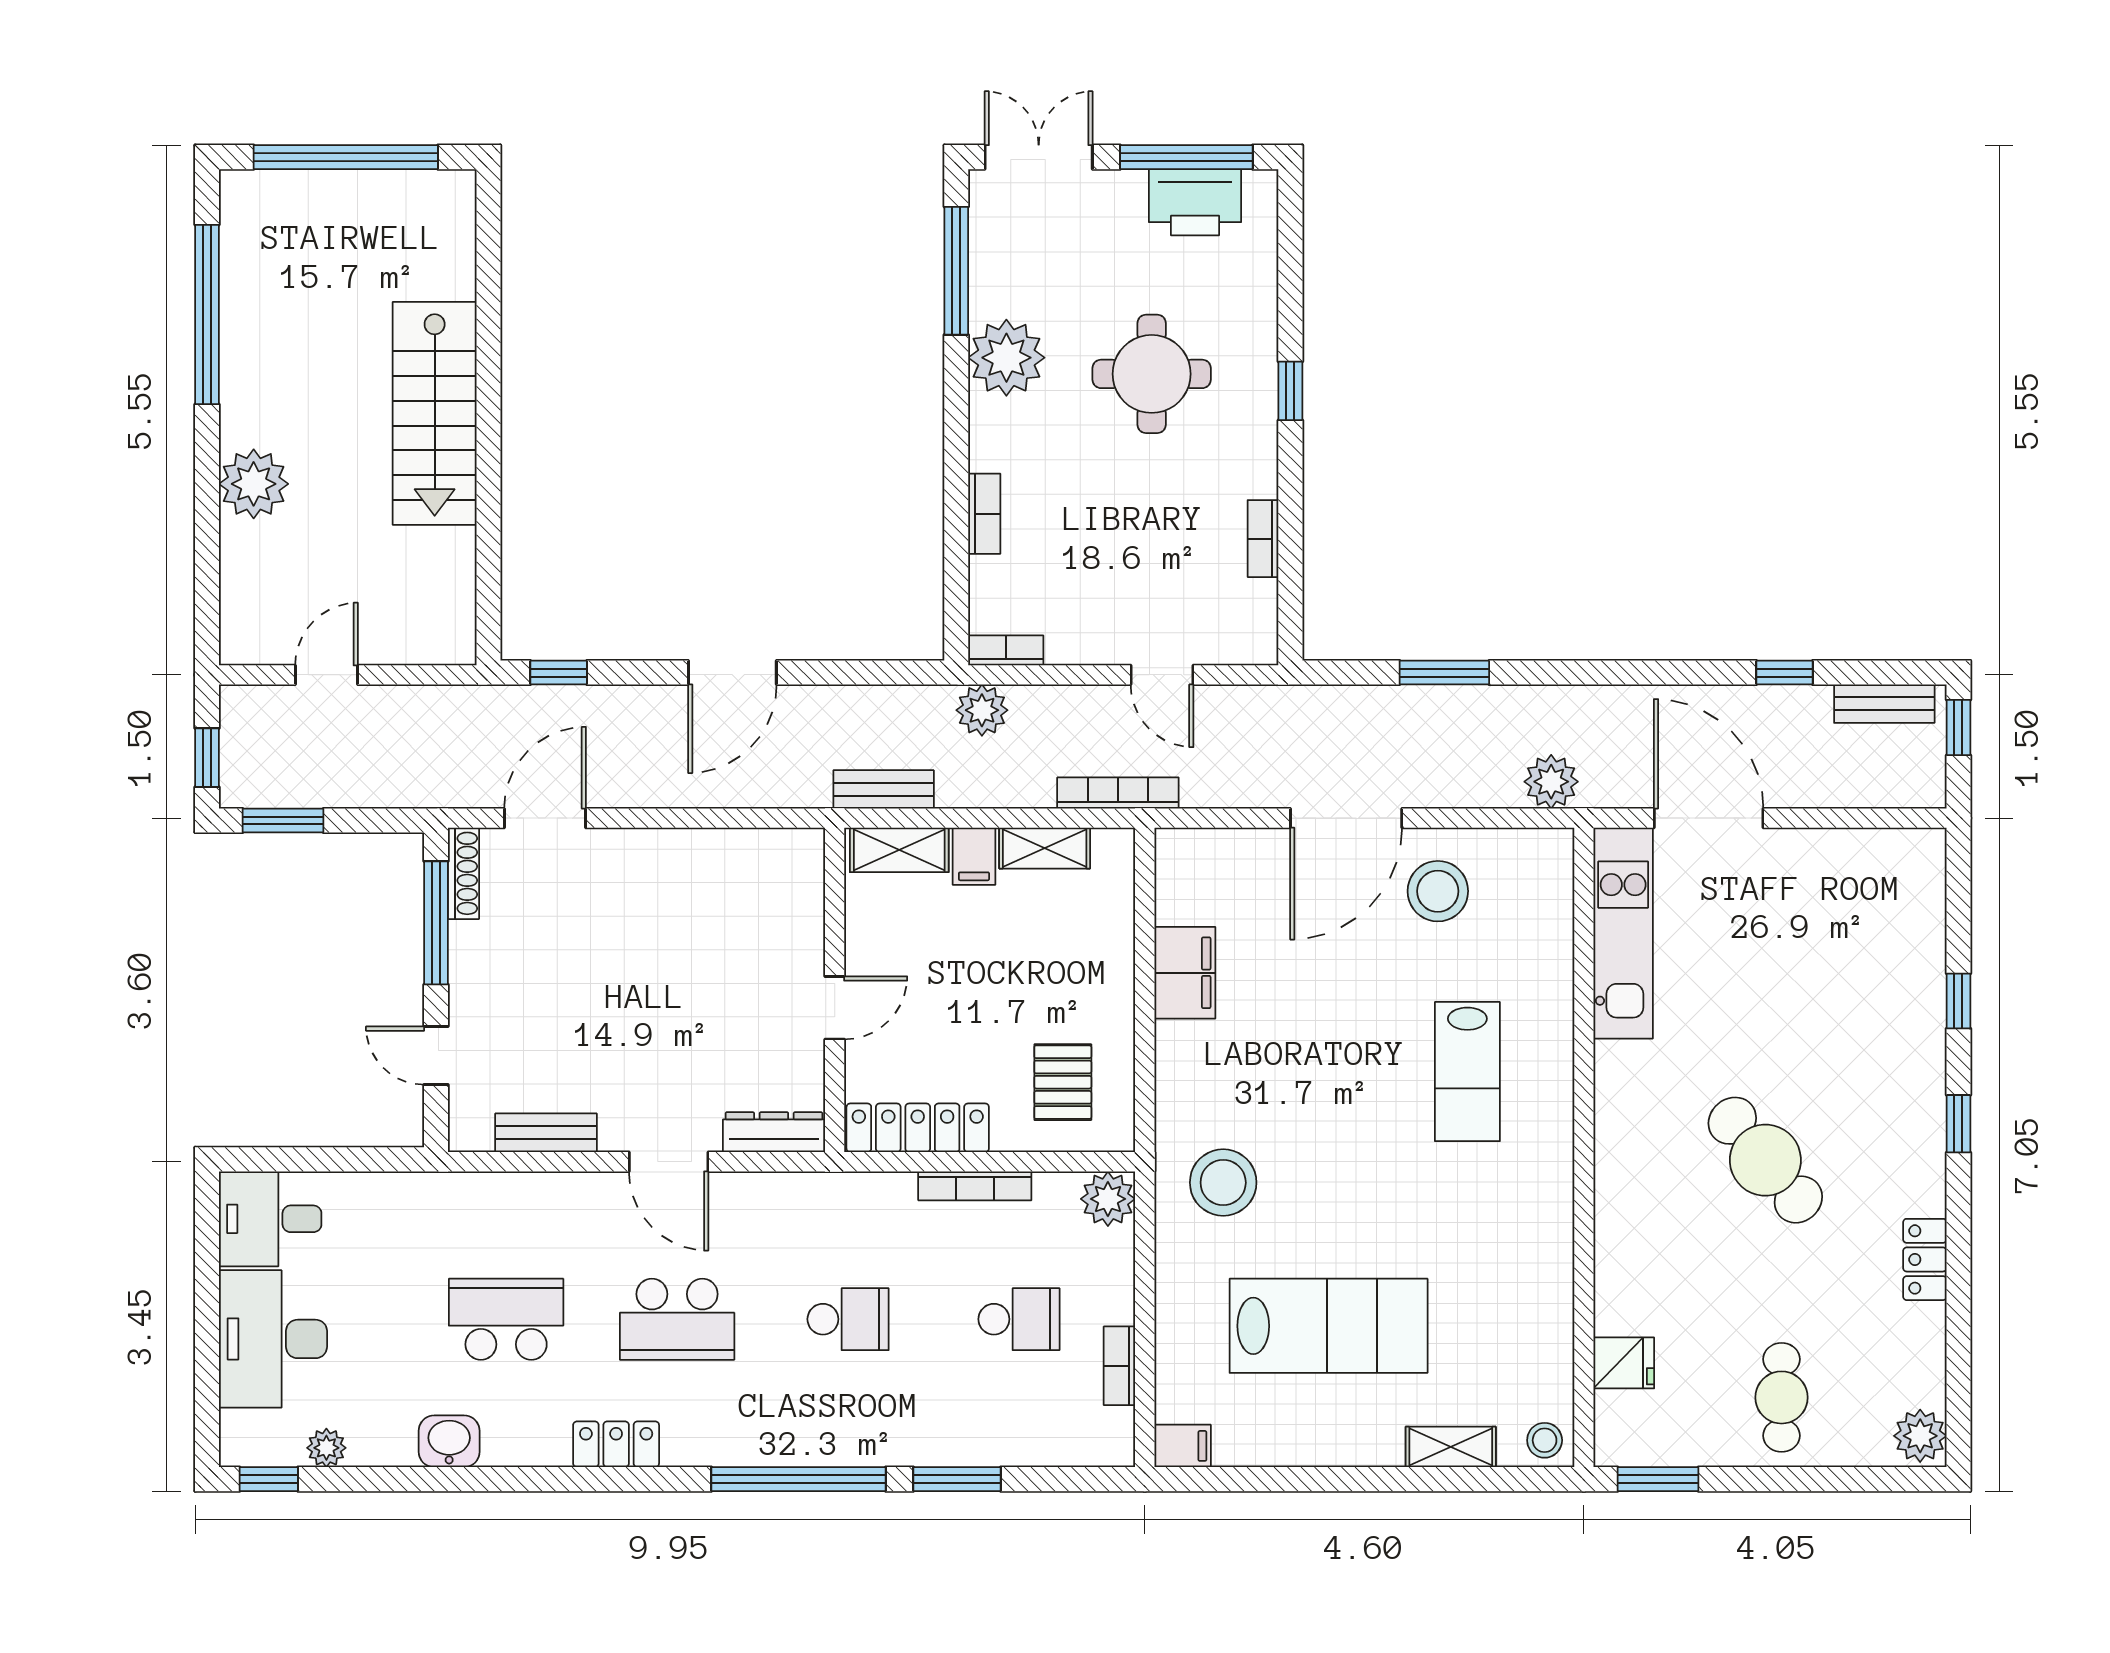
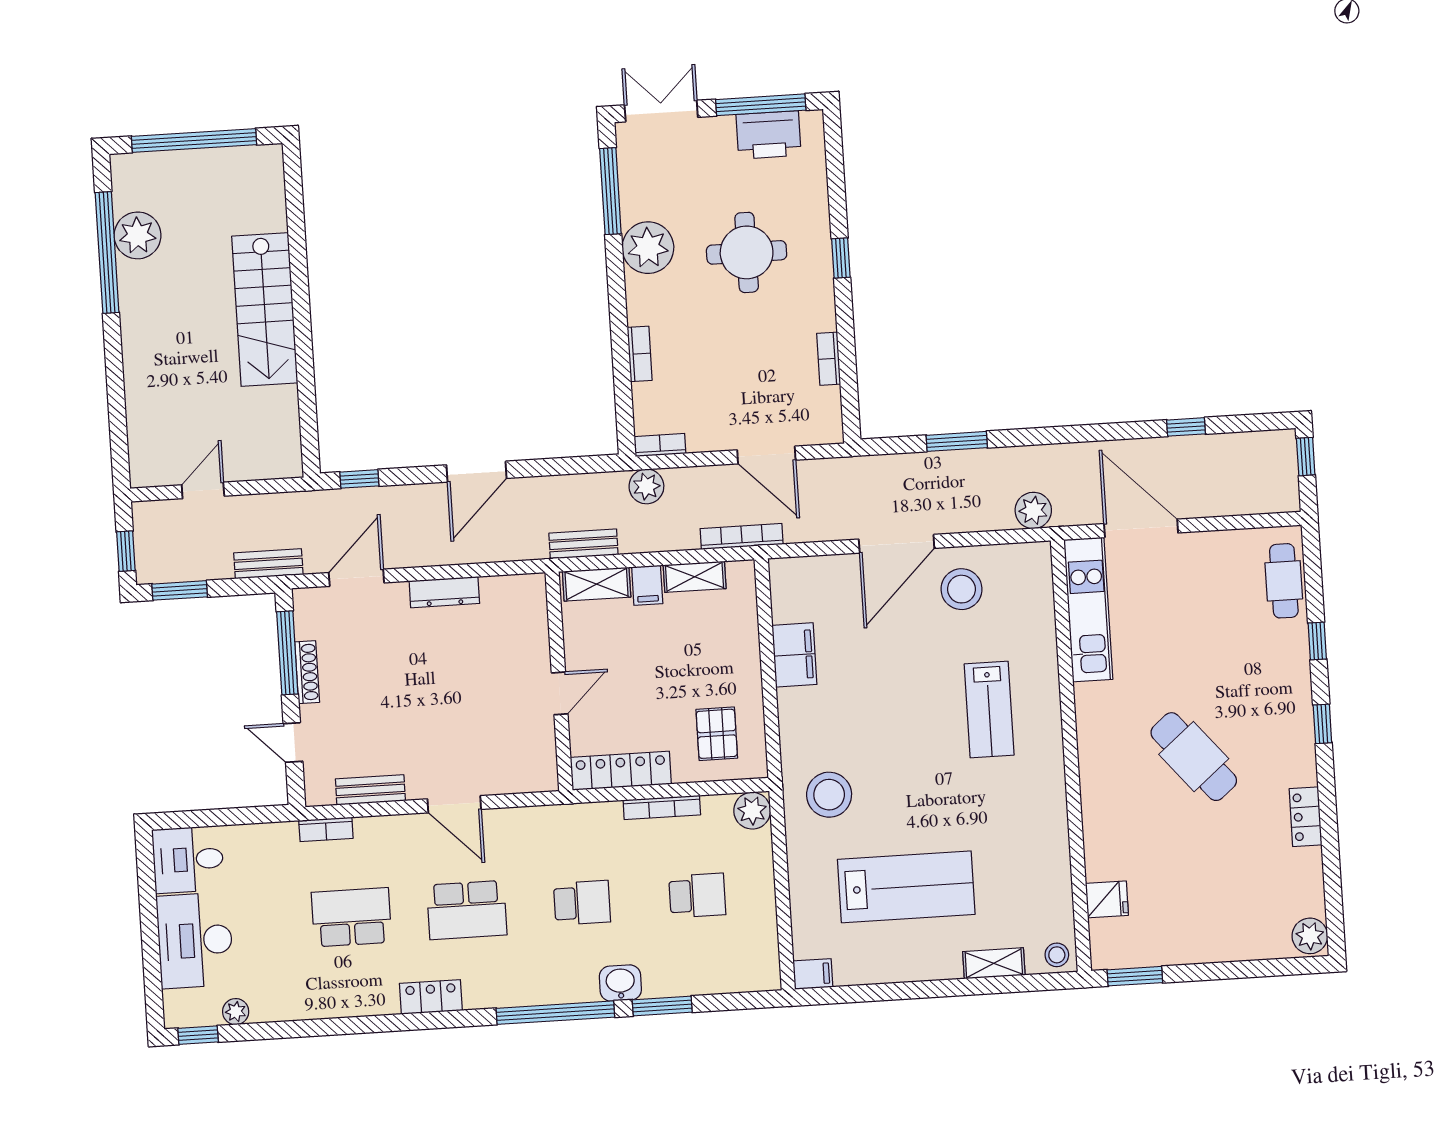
plant: (254, 484) -> (138, 235), moved
door: (1162, 675) -> (766, 455), width x1.38
bench: (1884, 704) -> (268, 564), moved
shoe rack: (464, 873) -> (307, 672), moved
dresser: (774, 1132) -> (444, 592), moved, turned 180
bookcase: (1119, 1366) -> (326, 829), moved, turned -90
cafe table: (1782, 1397) -> (1284, 581), moved
washbasin: (449, 1441) -> (620, 983), moved

